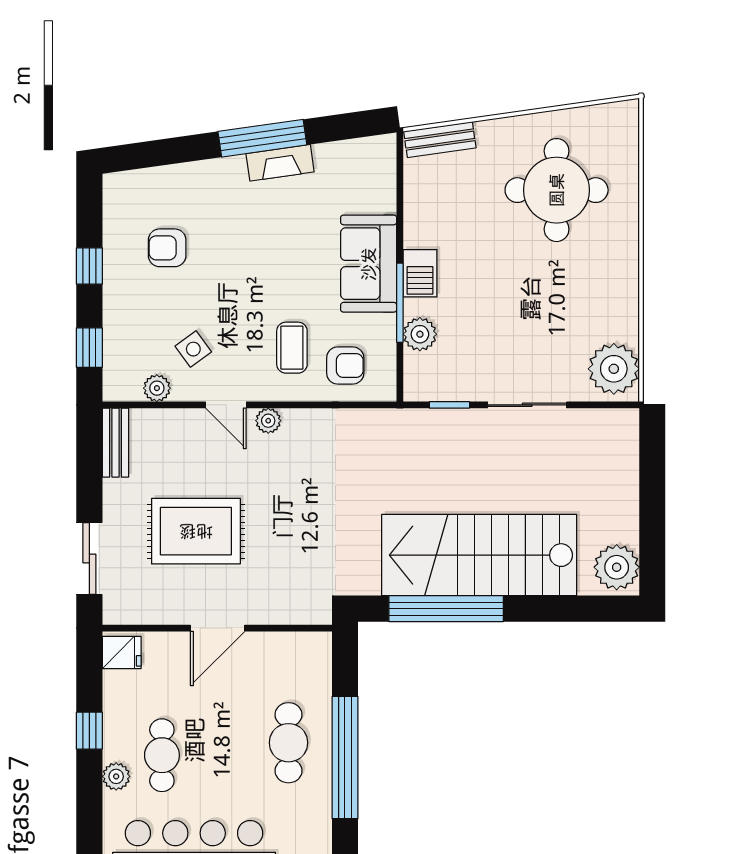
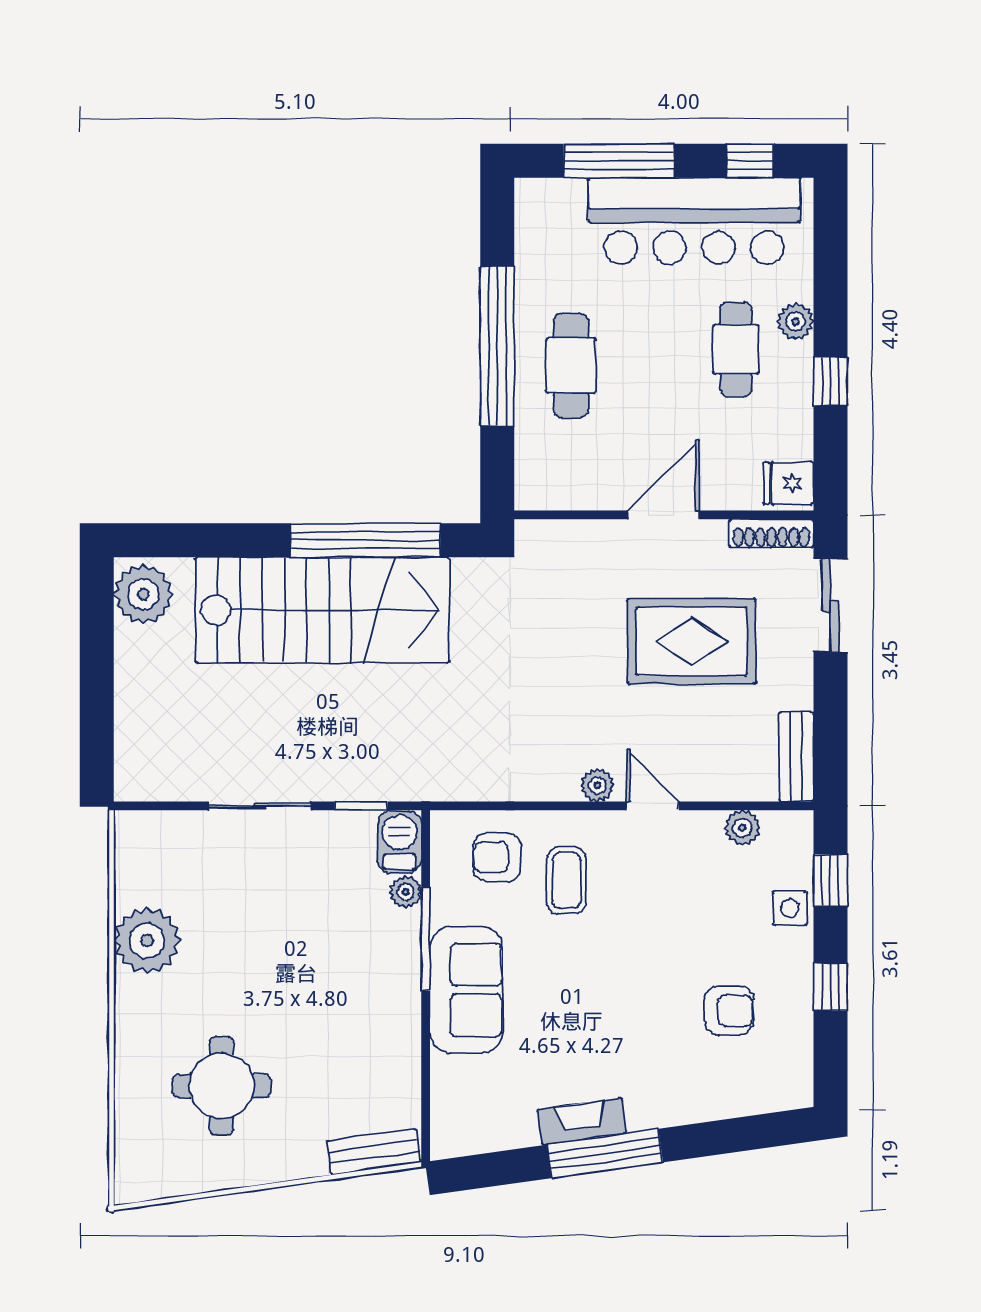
round table: (557, 190) -> (222, 1086), width x0.73, depth x0.73
barbecue: (420, 273) -> (399, 842), moved
plant: (420, 334) -> (406, 892), width x0.73, depth x0.73
side table: (193, 349) -> (790, 908), moved, turned 36
plant: (614, 369) -> (147, 941), moved
shoe rack: (135, 614) -> (771, 534), added

